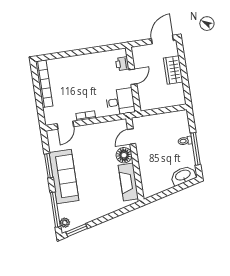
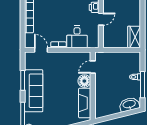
wardrobe: (173, 70) -> (134, 37), moved
desk: (120, 102) -> (77, 37), moved, turned 90
door: (65, 125) -> (41, 50), swing flipped

